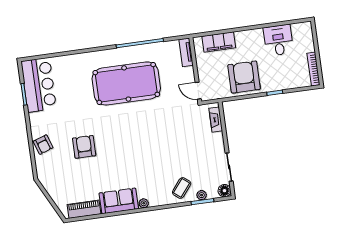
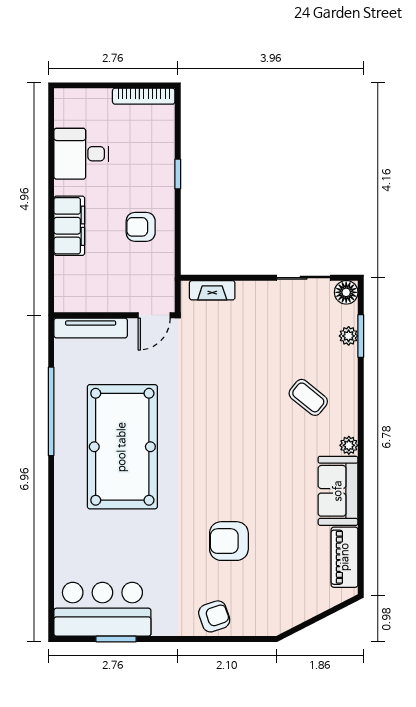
filing cabinet: (219, 42) -> (69, 226), moved
tv unit: (186, 52) -> (91, 328), width x1.41
armchair: (244, 77) -> (141, 227), width x0.53, depth x0.53
coffee table: (182, 188) -> (308, 397), moved

